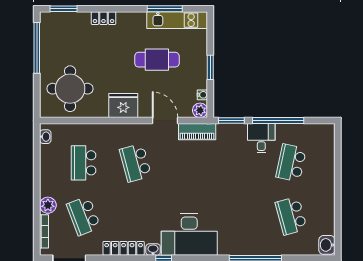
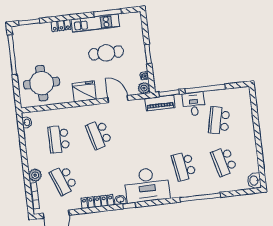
kitchen unit: (177, 20) -> (95, 23), moved
piano: (197, 132) -> (160, 103), moved
school desk: (239, 216) -> (184, 166), added

